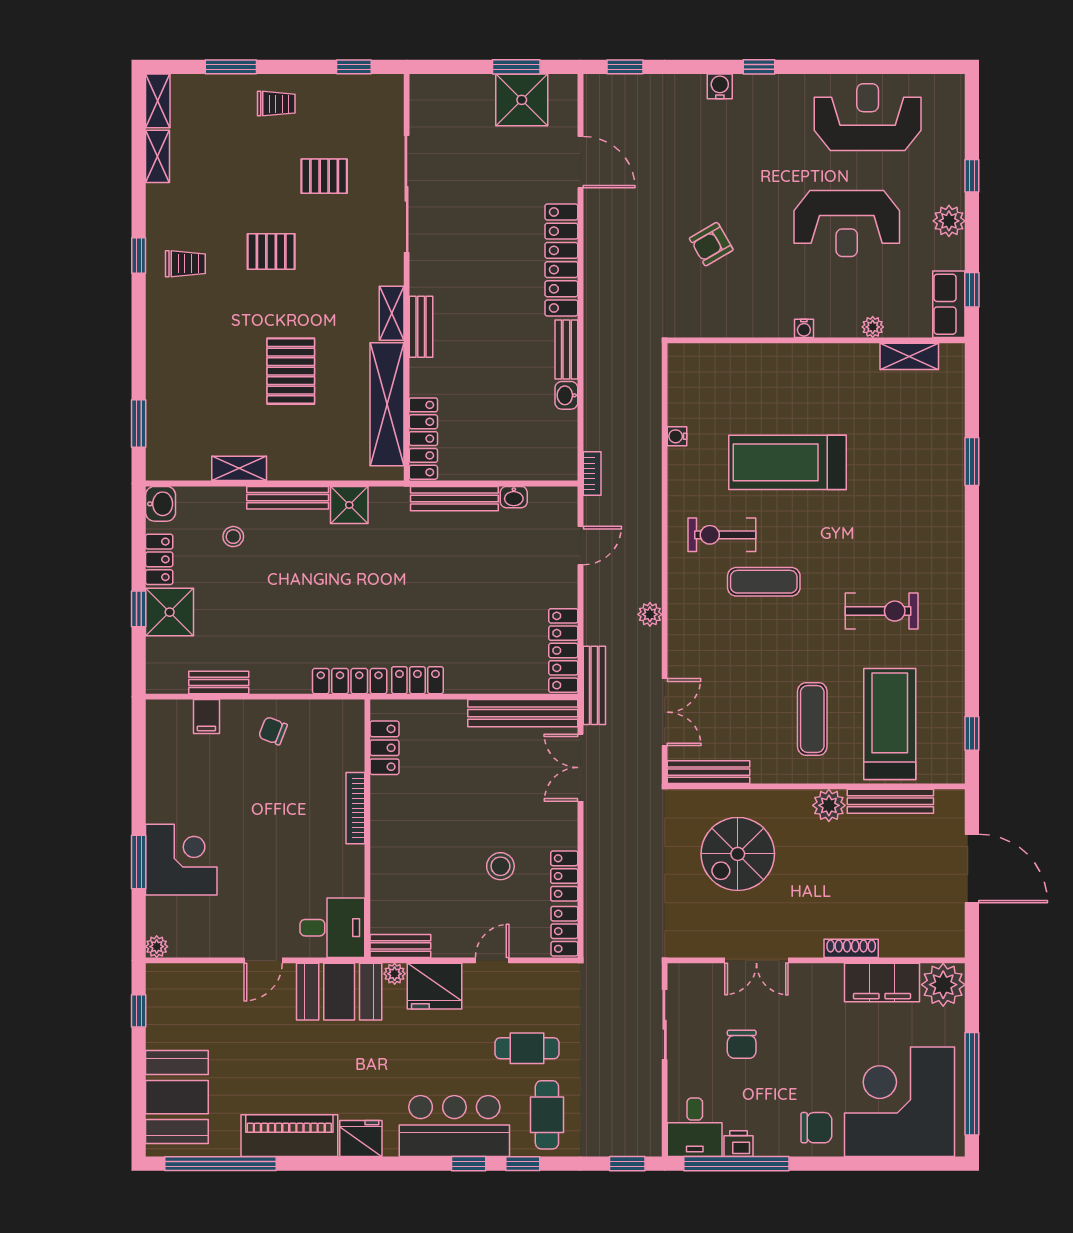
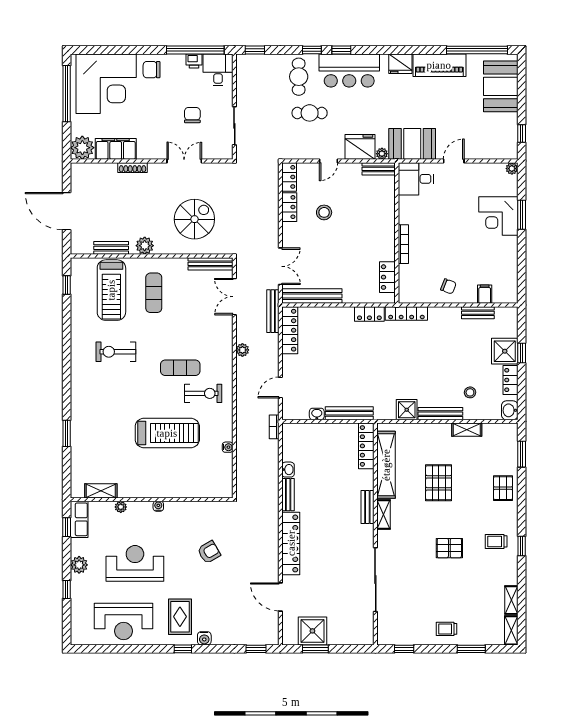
rug: (764, 126) -> (180, 617), added
pallet: (324, 176) -> (503, 488), moved, turned 90
bench: (890, 801) -> (111, 248), width x0.73

